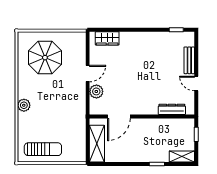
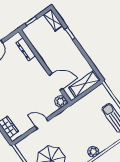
plant: (96, 91) -> (61, 101), moved

